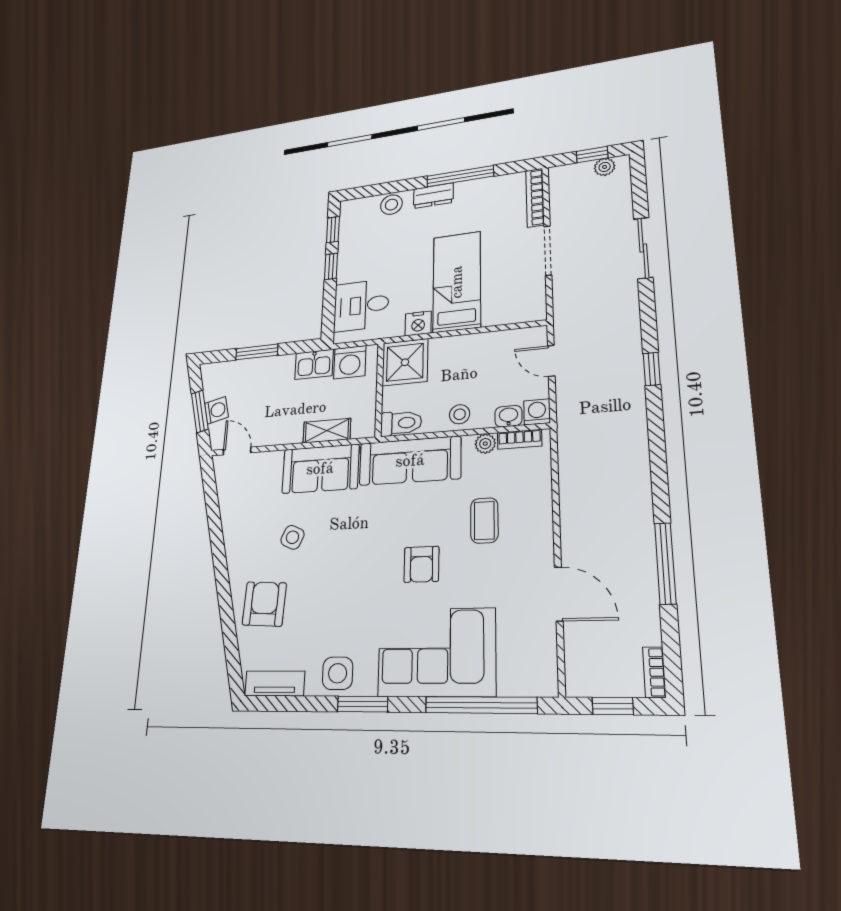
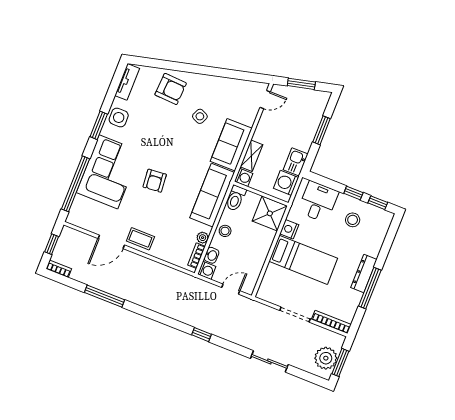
window: (592, 155) -> (340, 362), width x1.50
plant: (605, 167) -> (326, 358), width x1.87, depth x1.87
dresser: (433, 196) -> (364, 274), width x1.44
stool: (391, 205) -> (353, 220), moved
washing machine: (216, 410) -> (244, 177), moved, turned -76
coffee table: (484, 521) -> (140, 239), moved
armchair: (421, 564) -> (155, 181), turned -95

